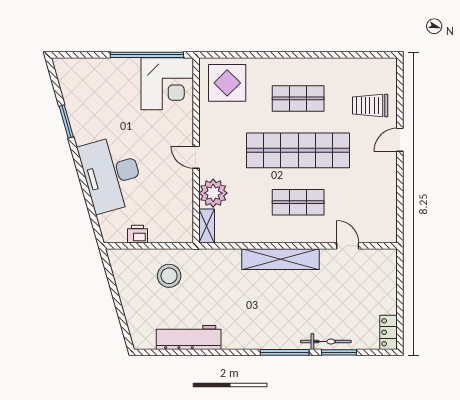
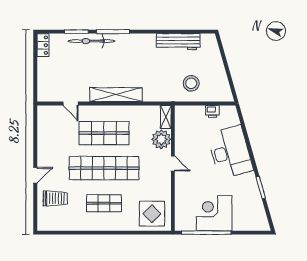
corner desk: (167, 84) -> (214, 213), moved
shop shelf: (298, 202) -> (104, 133), width x1.43, depth x1.36
bicycle: (326, 342) -> (91, 41), width x1.37, depth x1.40

